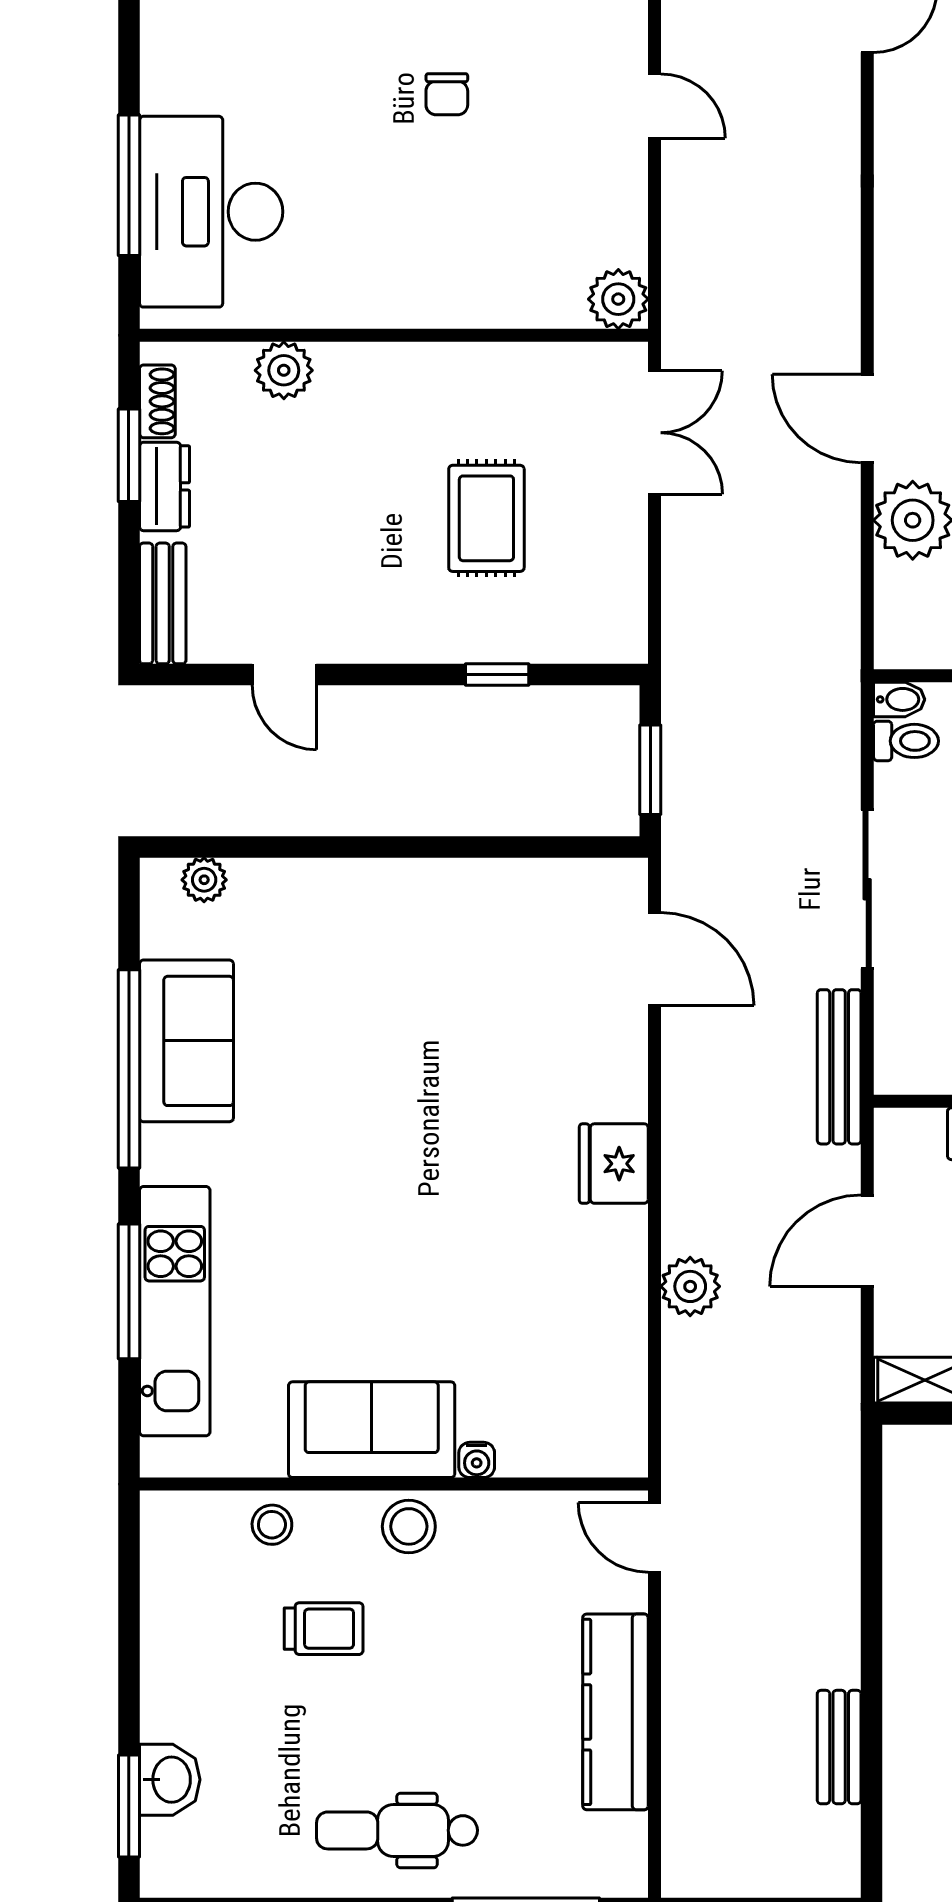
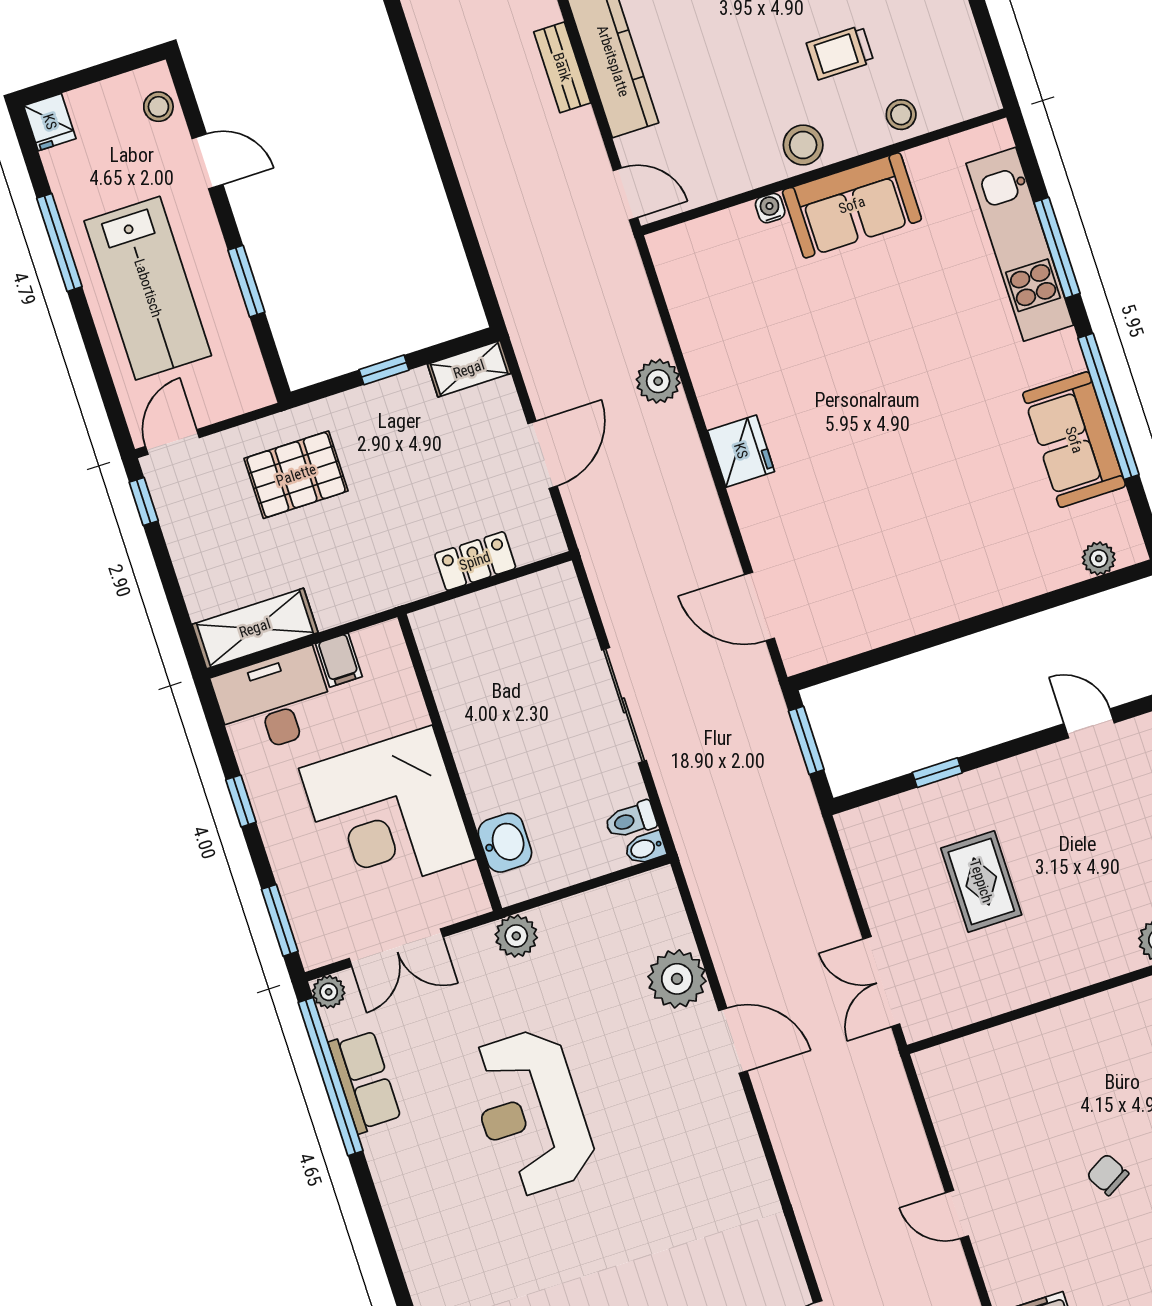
chair: (447, 94) -> (1108, 1175), turned -30
plant: (618, 299) -> (938, 1068), removed
bench: (839, 1067) -> (603, 572), removed
bench: (839, 1747) -> (562, 67), moved

